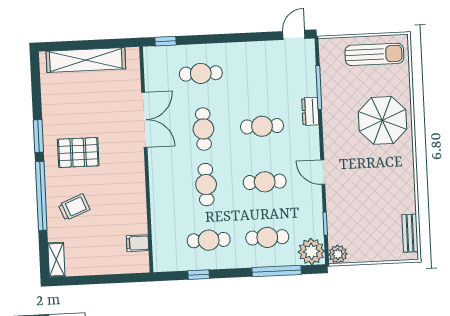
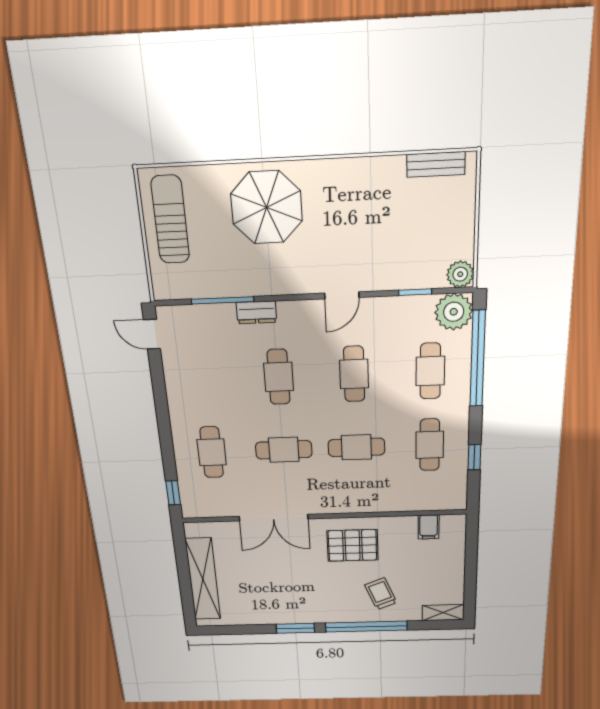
double door: (144, 120) -> (273, 518), swing flipped
pallet: (78, 153) -> (352, 545), moved, turned 90
window: (277, 271) -> (478, 359), width x1.46

